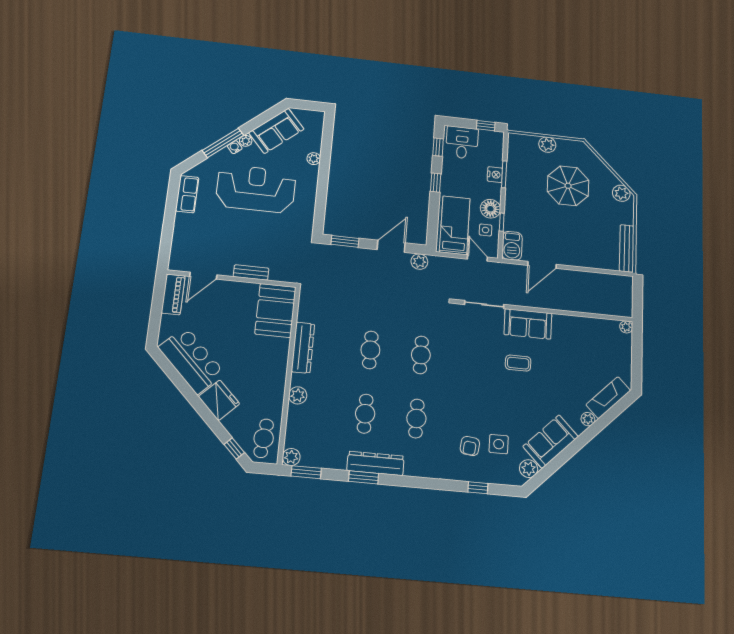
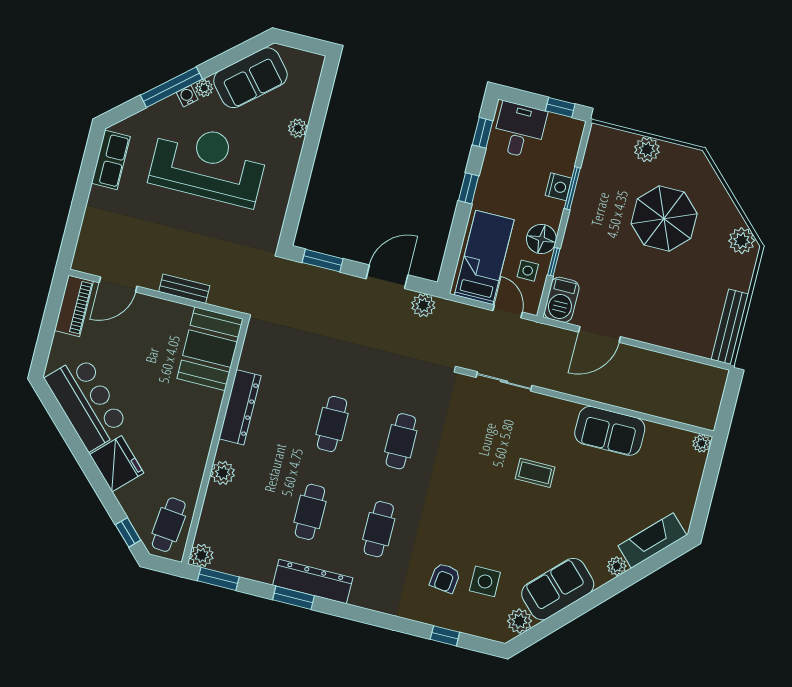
sofa: (528, 324) -> (610, 431), moved

